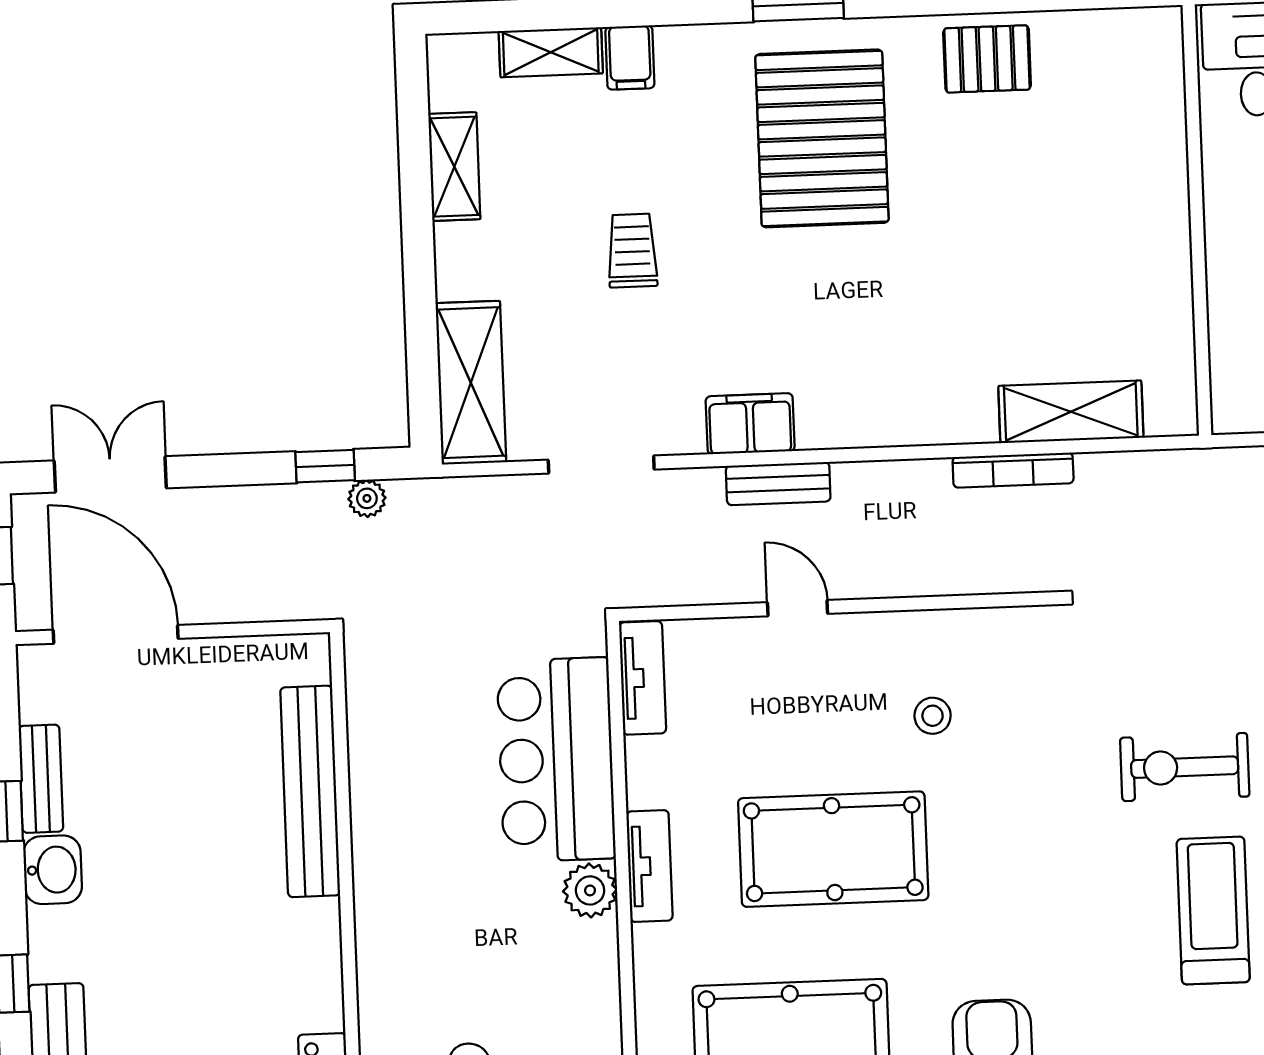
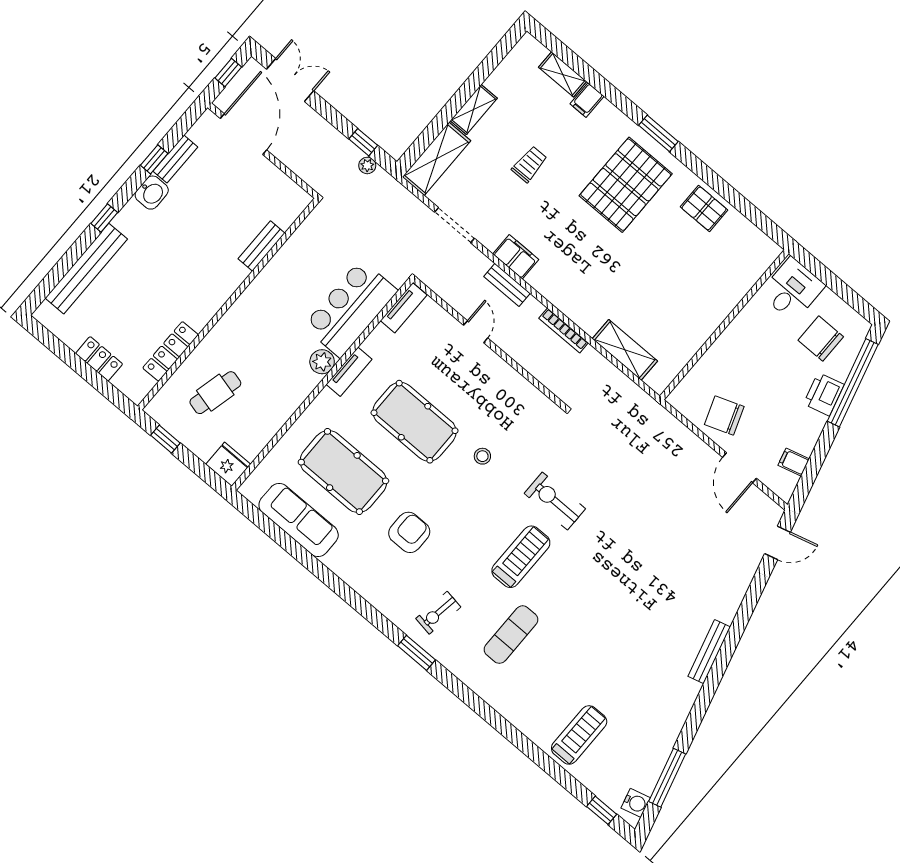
shelving: (454, 167) -> (474, 109), moved
bookcase: (1013, 470) -> (564, 331), moved
stool: (933, 716) -> (482, 456), moved
bench: (310, 791) -> (262, 246), width x0.54, depth x0.82

